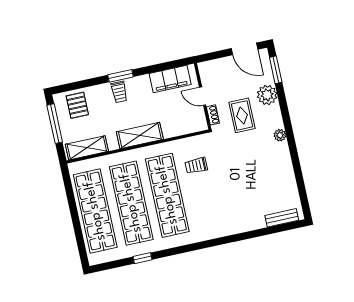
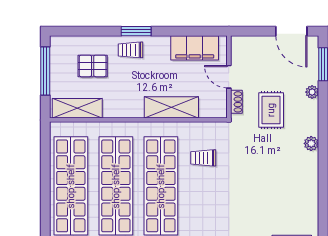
trolley: (119, 92) -> (130, 50), turned 90
plant: (267, 95) -> (312, 92), width x0.53, depth x0.53
pallet: (77, 105) -> (93, 66), moved, turned 90
shelving: (140, 136) -> (171, 107), moved

